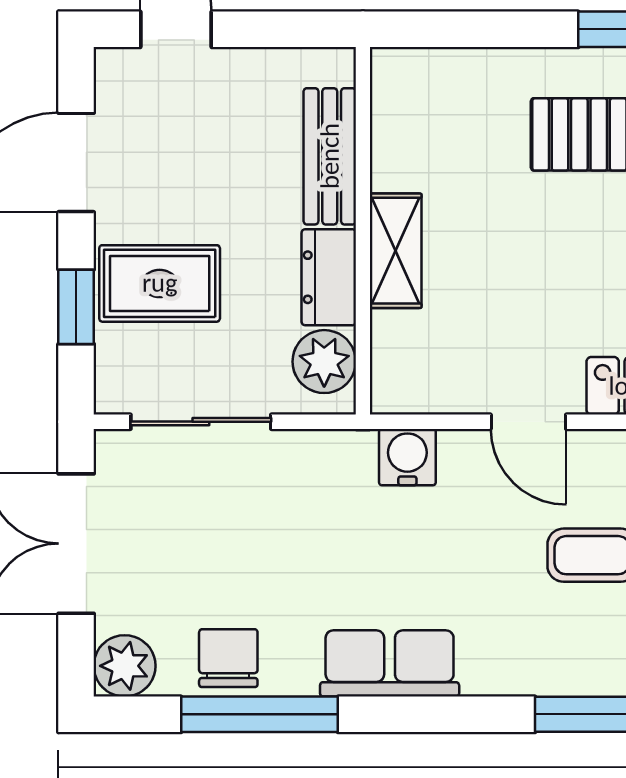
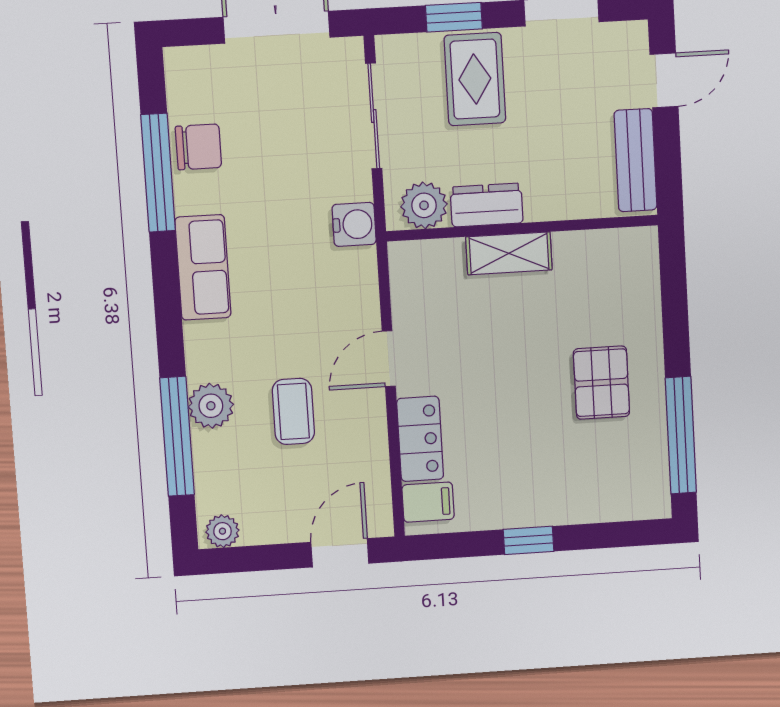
bench: (330, 156) -> (636, 160), moved, turned 90
water cooler: (407, 457) -> (354, 224), moved
plant: (125, 666) -> (211, 406), moved

